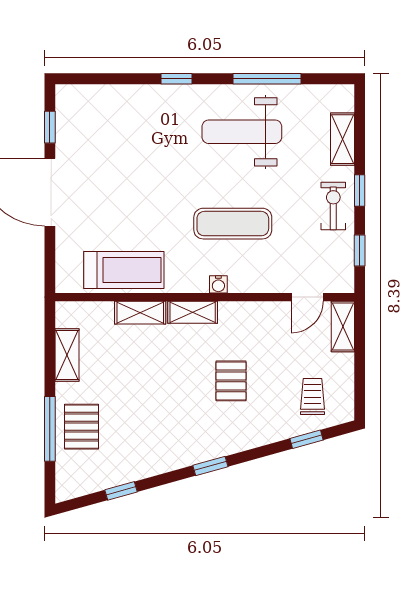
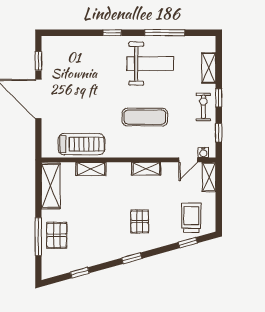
weight bench: (242, 132) -> (150, 64), turned 180
water cooler: (218, 284) -> (203, 153), moved
shelving: (193, 312) -> (146, 169), moved
shelving: (67, 355) -> (51, 186), width x1.50, depth x1.33
pallet: (231, 381) -> (140, 222), moved
trolley: (313, 396) -> (191, 218), width x1.36, depth x1.39

